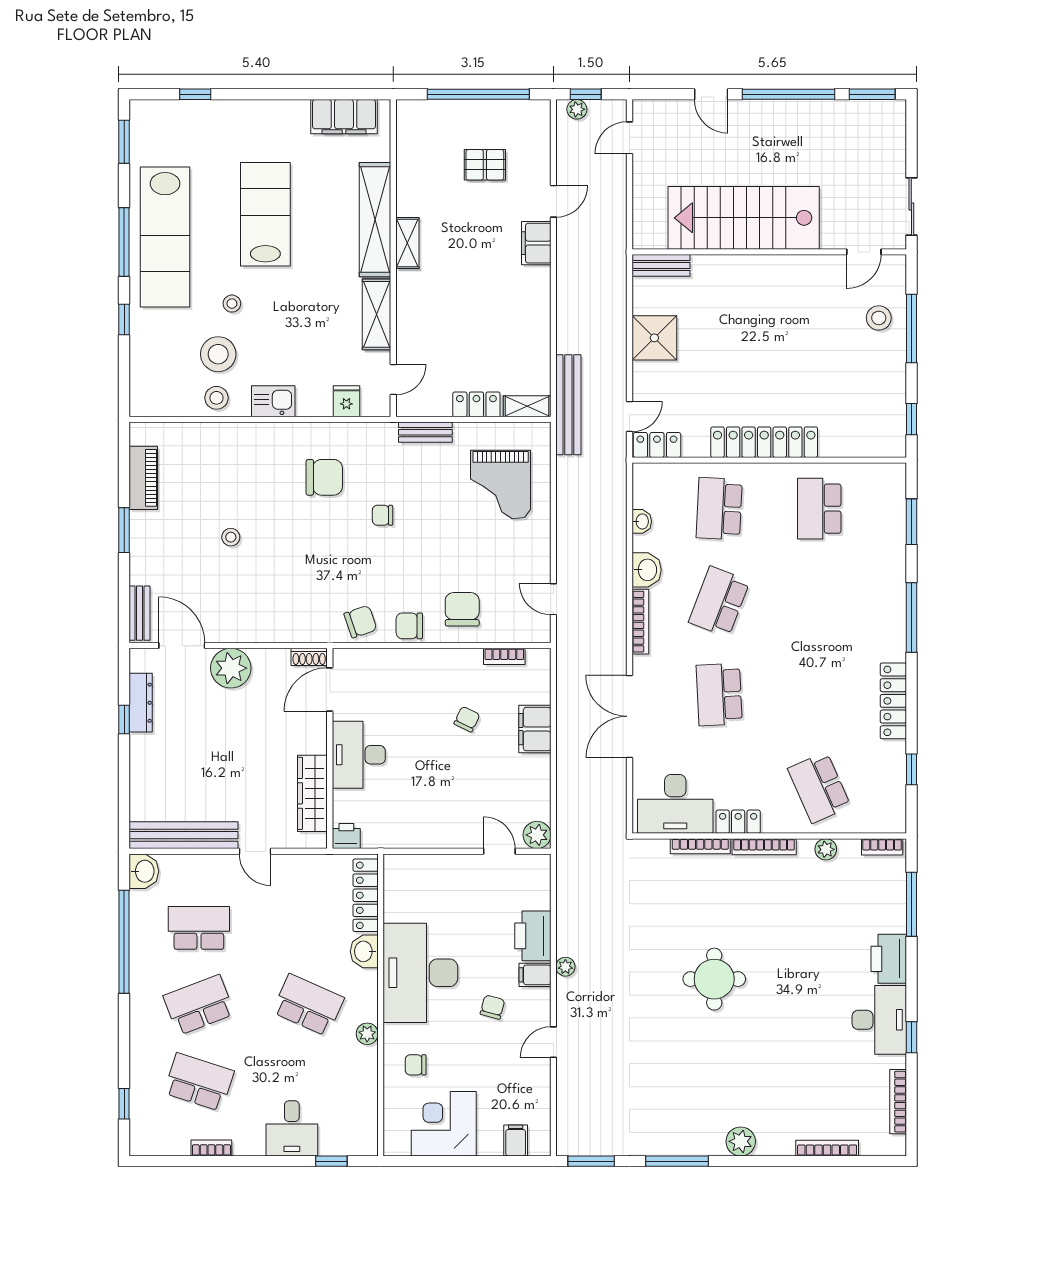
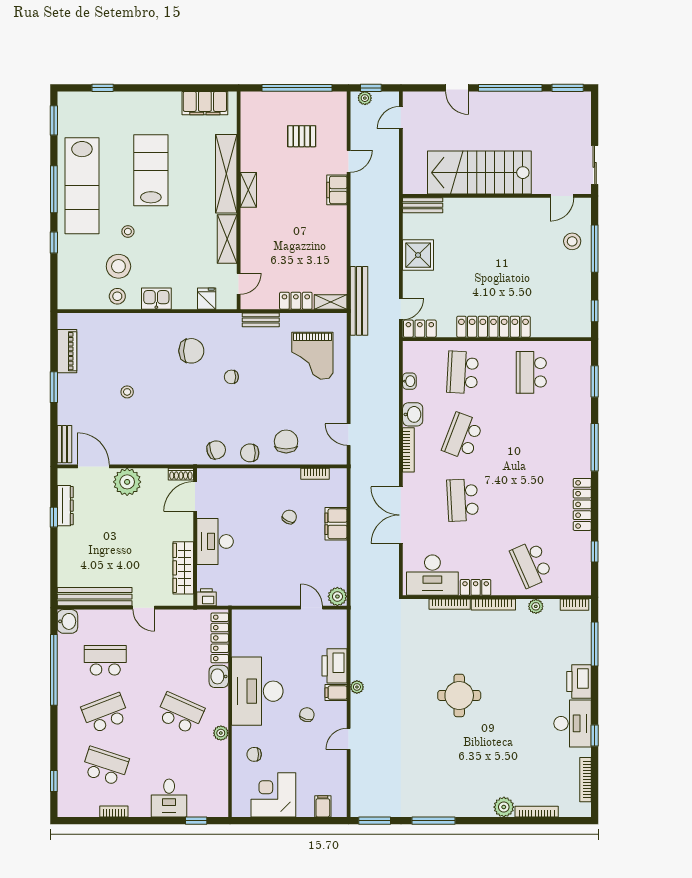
plant: (741, 1141) -> (504, 807), moved

